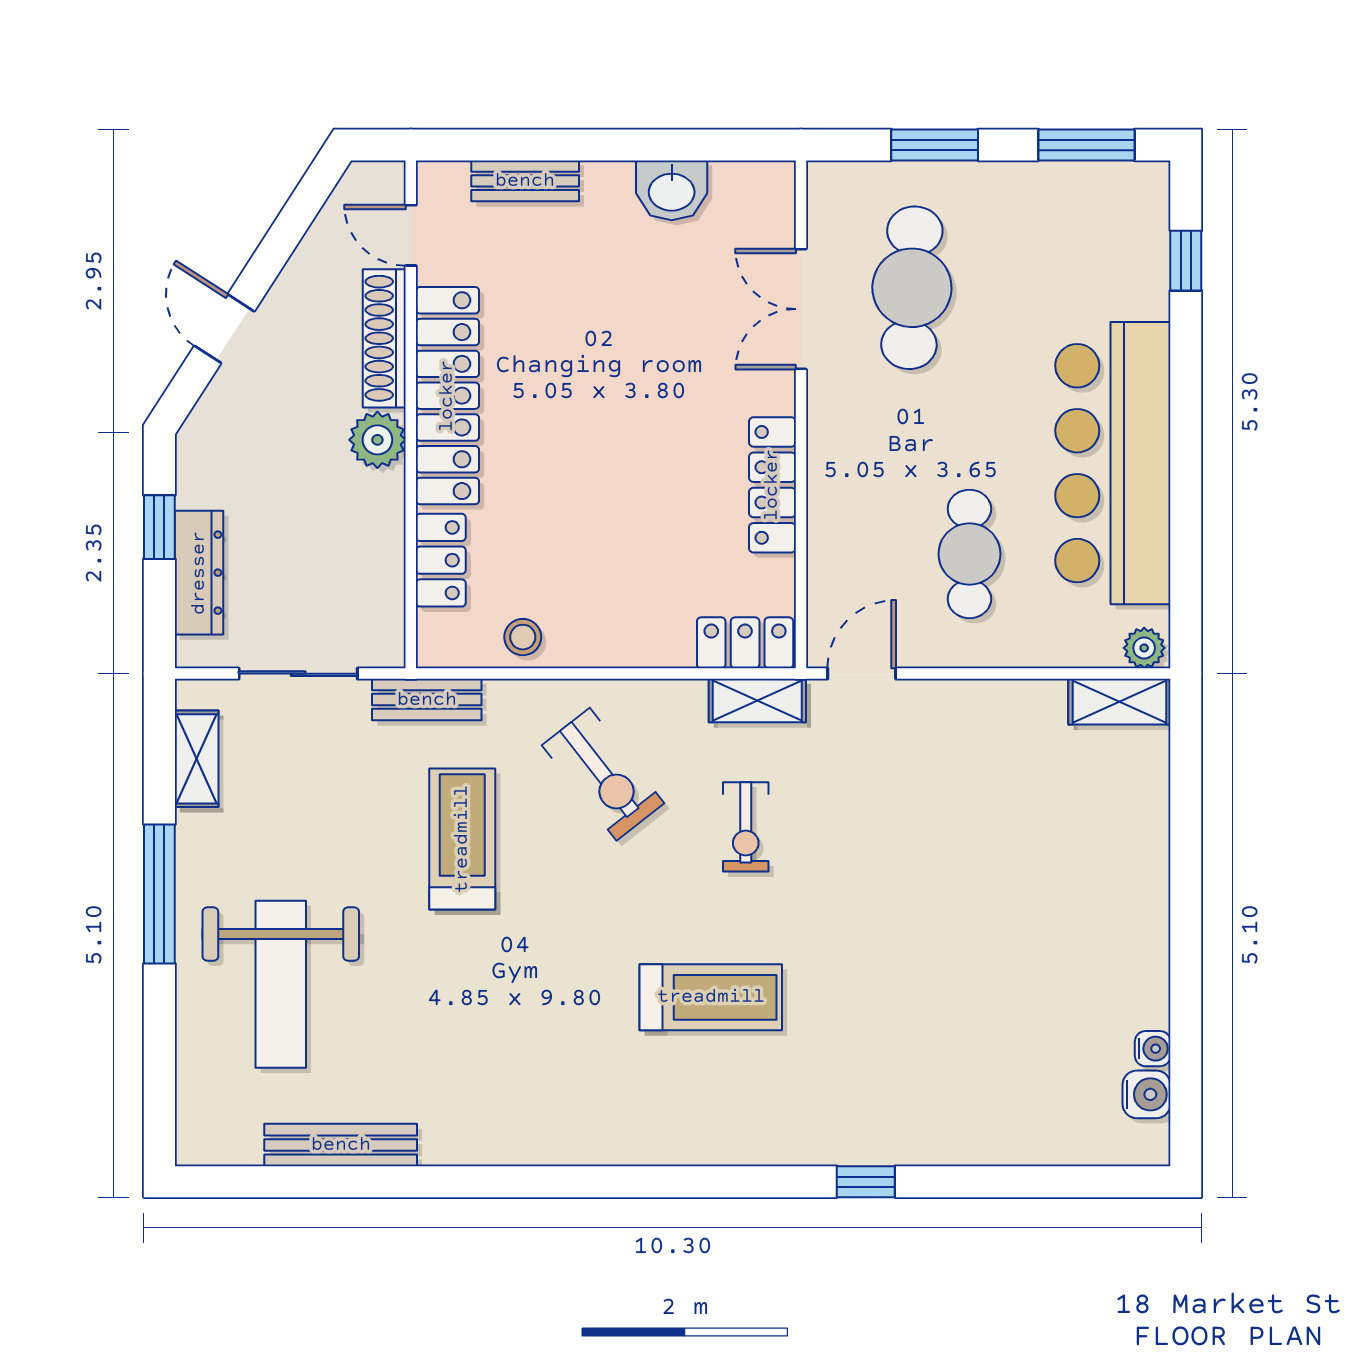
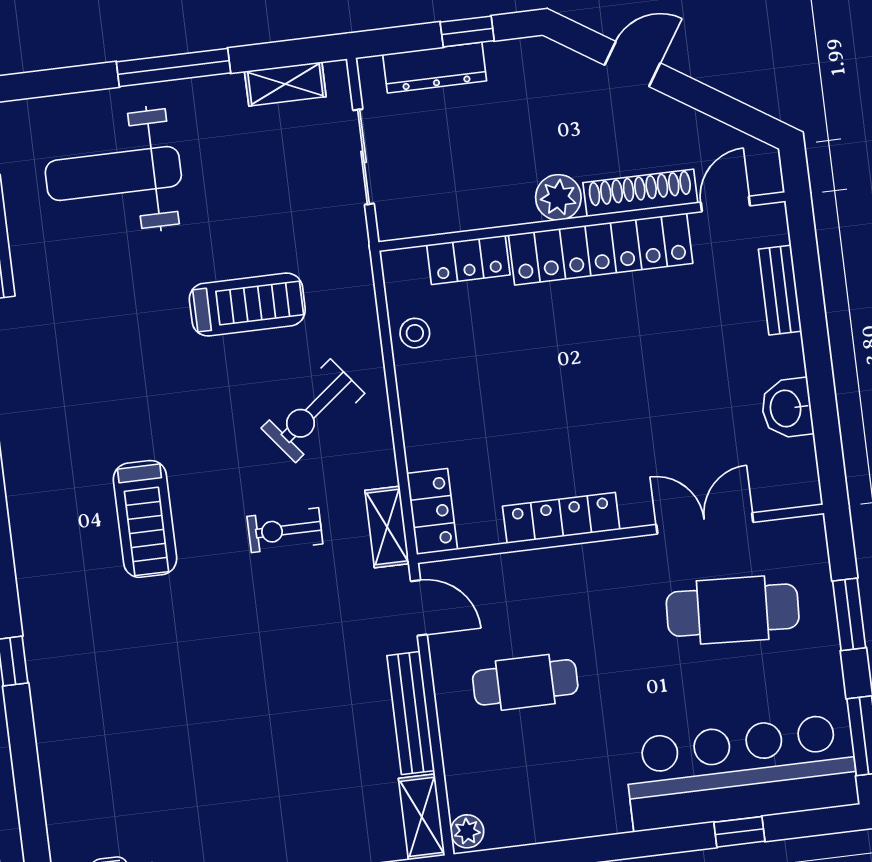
window: (1186, 261) -> (739, 832), moved
bar counter: (1113, 463) -> (741, 772), moved
bench: (427, 700) -> (411, 713), moved, width x1.36

